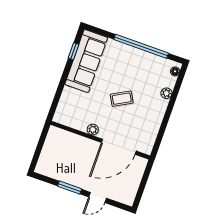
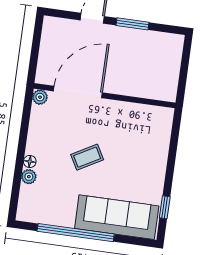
sofa: (86, 61) -> (117, 217), moved, turned 90
floor lamp: (175, 71) -> (30, 161), moved
plant: (93, 130) -> (40, 97), moved

